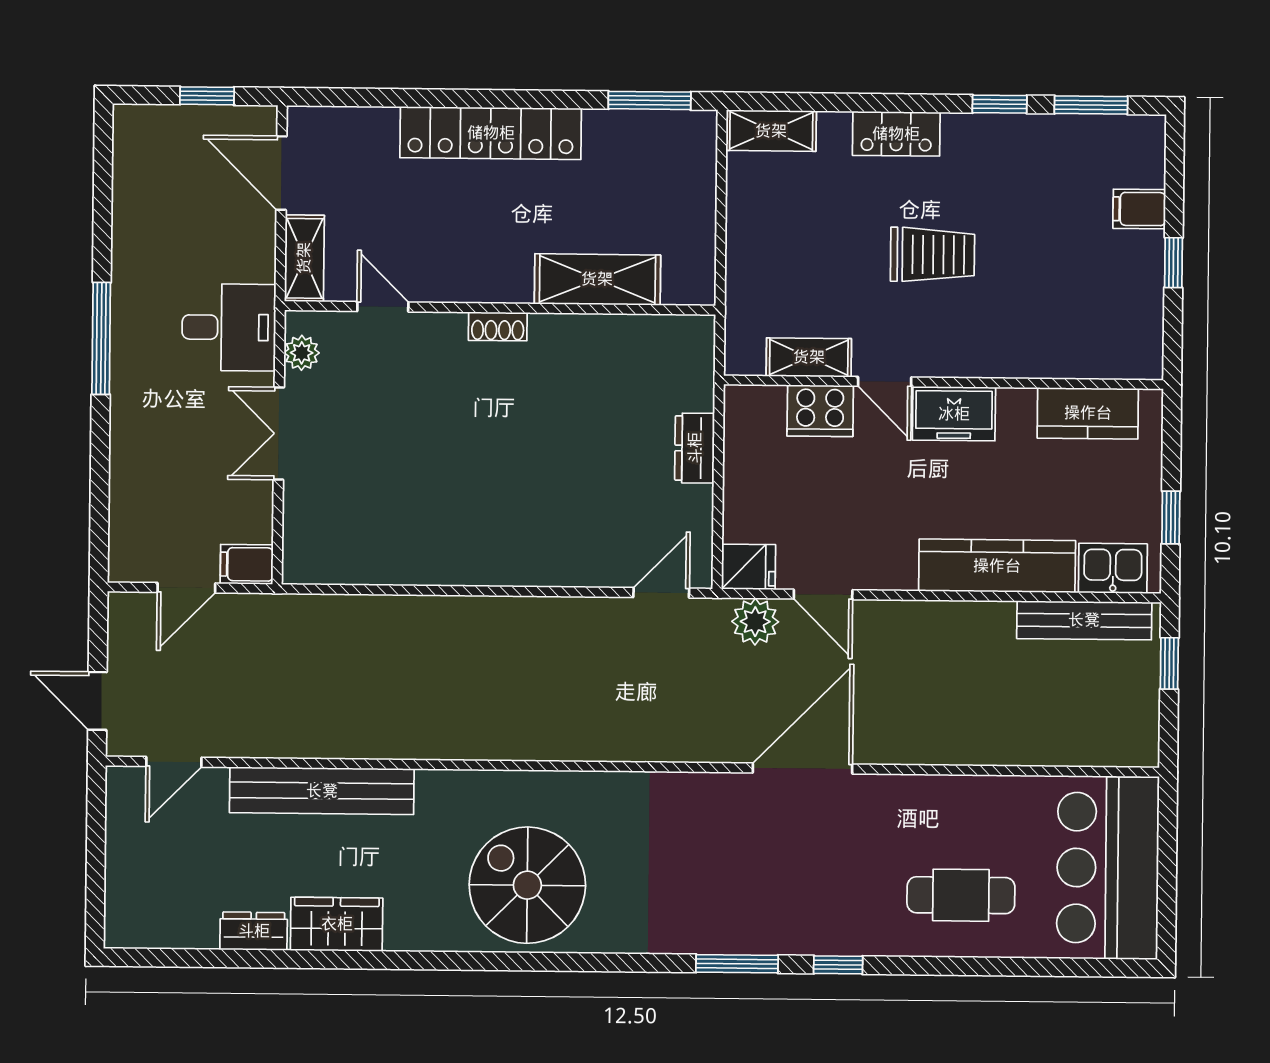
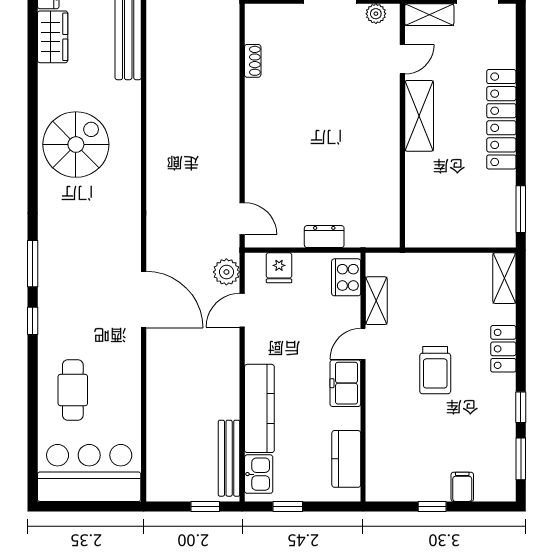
shelving: (597, 279) -> (419, 116), moved
shoe rack: (498, 326) -> (253, 61), moved, turned 180
cooker: (820, 411) -> (346, 277), moved
fridge: (748, 567) -> (279, 268), moved

